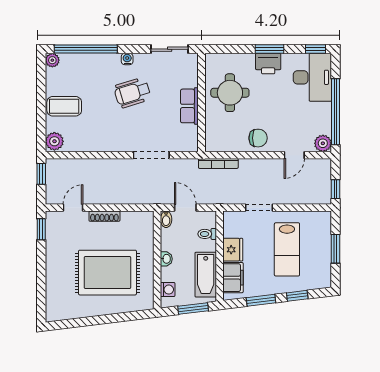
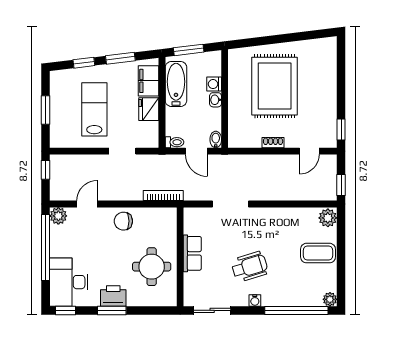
shoe rack: (104, 216) -> (273, 143), width x0.70
toilet: (207, 234) -> (174, 142), moved
rug: (107, 273) -> (275, 86), turned 90
washing machine: (168, 290) -> (214, 84), moved

